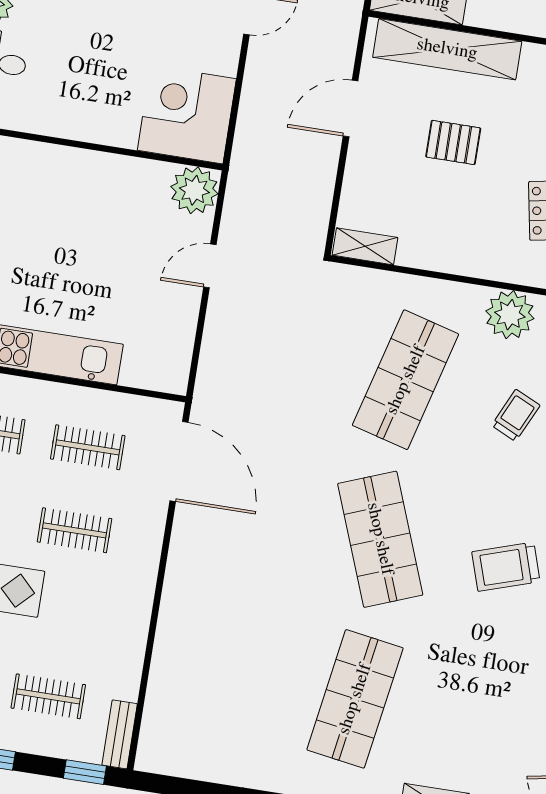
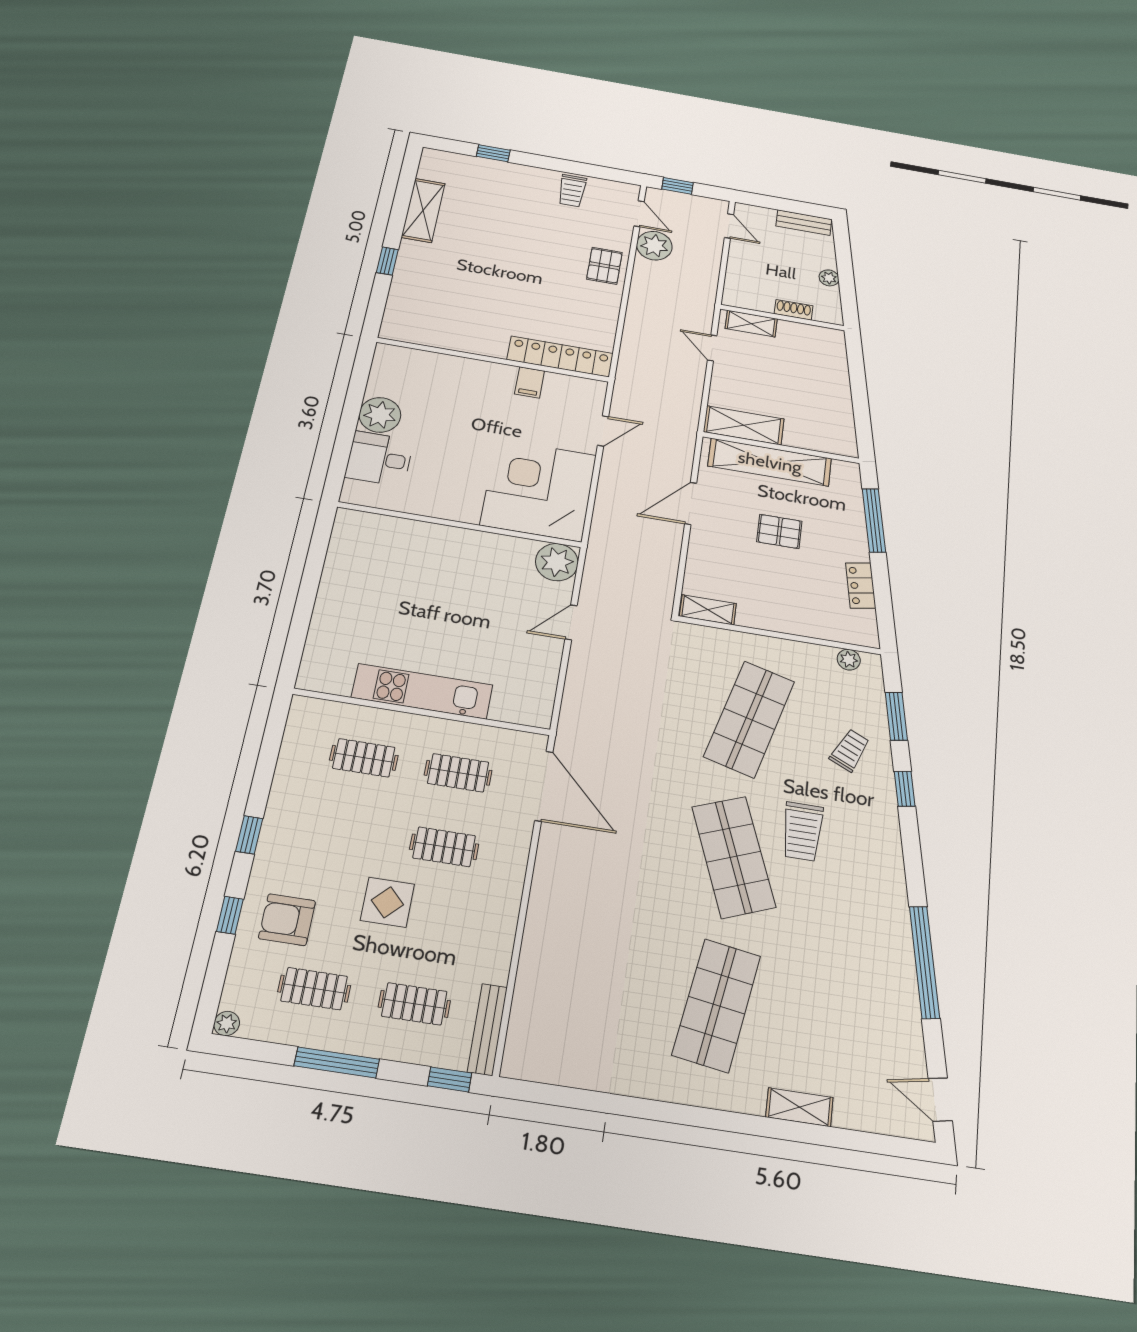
corner desk: (187, 115) -> (539, 490), width x1.36, depth x1.36
plant: (510, 315) -> (849, 660), width x0.53, depth x0.53
trolley: (506, 567) -> (802, 831), moved, turned -72
bench: (120, 734) -> (487, 1029), width x1.36

